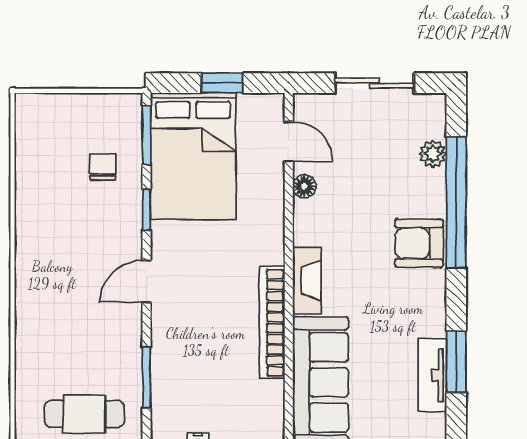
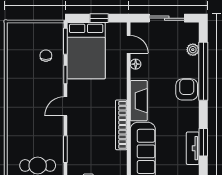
armchair: (419, 243) -> (187, 89), turned 90
fireplace: (307, 281) -> (139, 101), width x1.37, depth x1.32

